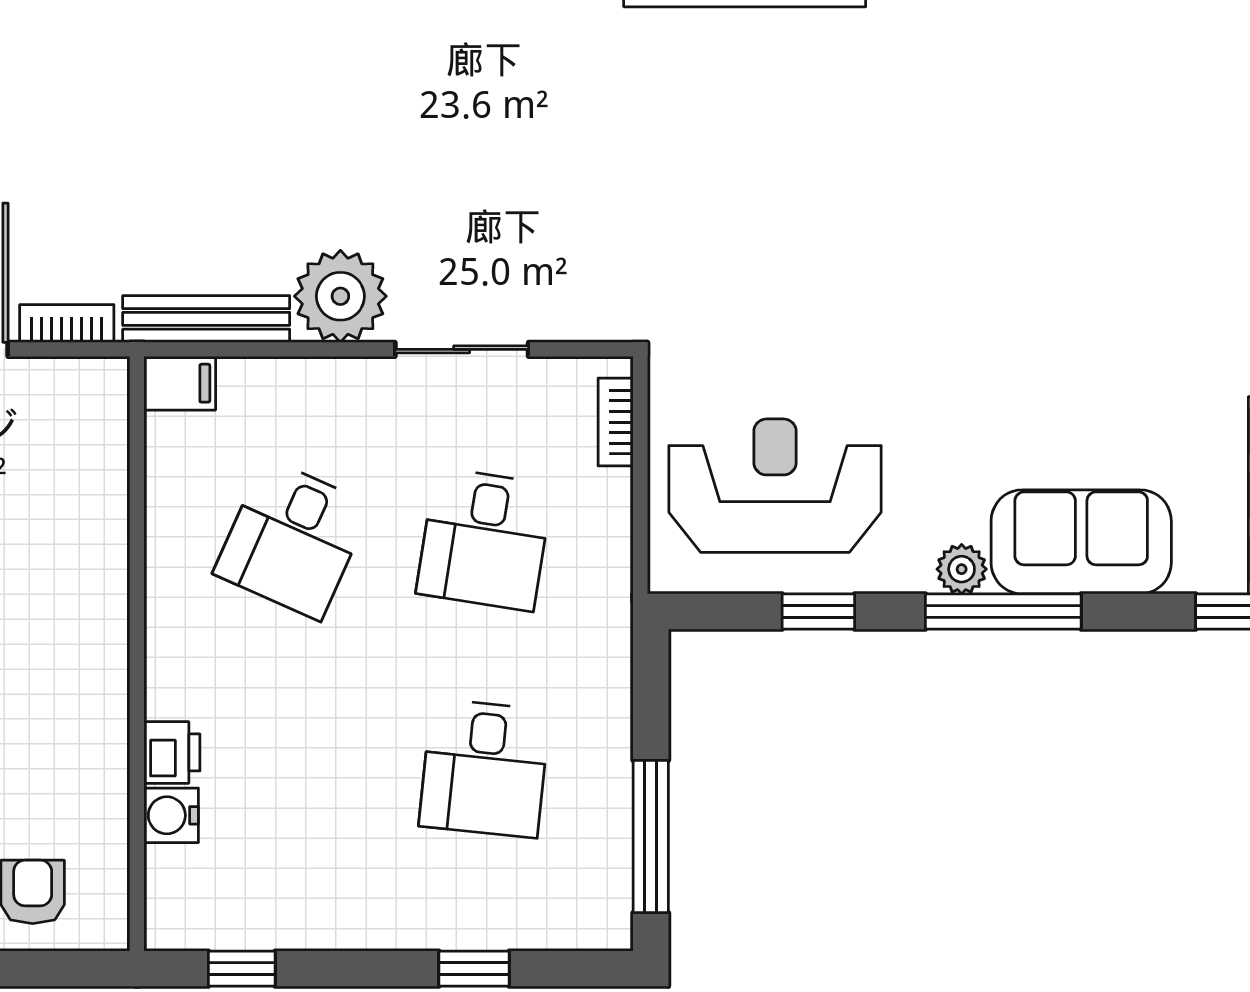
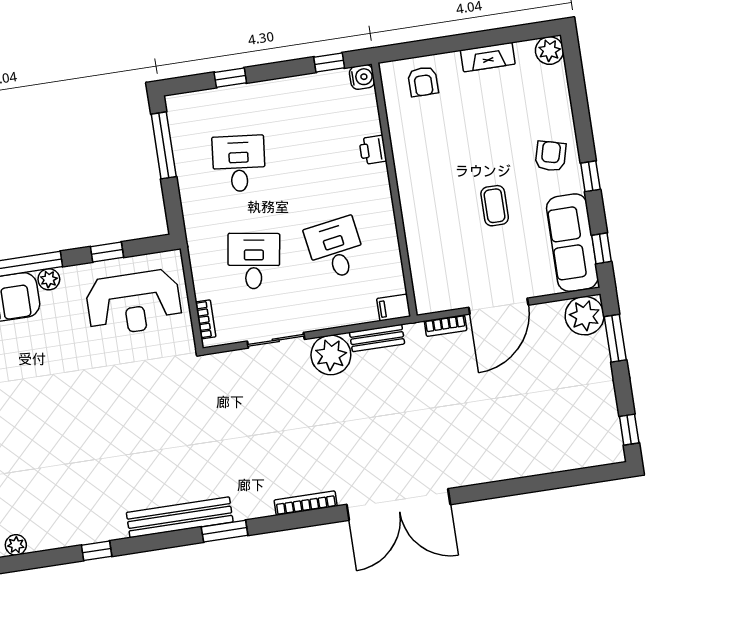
bench: (206, 319) -> (377, 338), width x0.73
desk: (293, 539) -> (335, 249), turned -33
water cooler: (171, 815) -> (362, 77), moved

